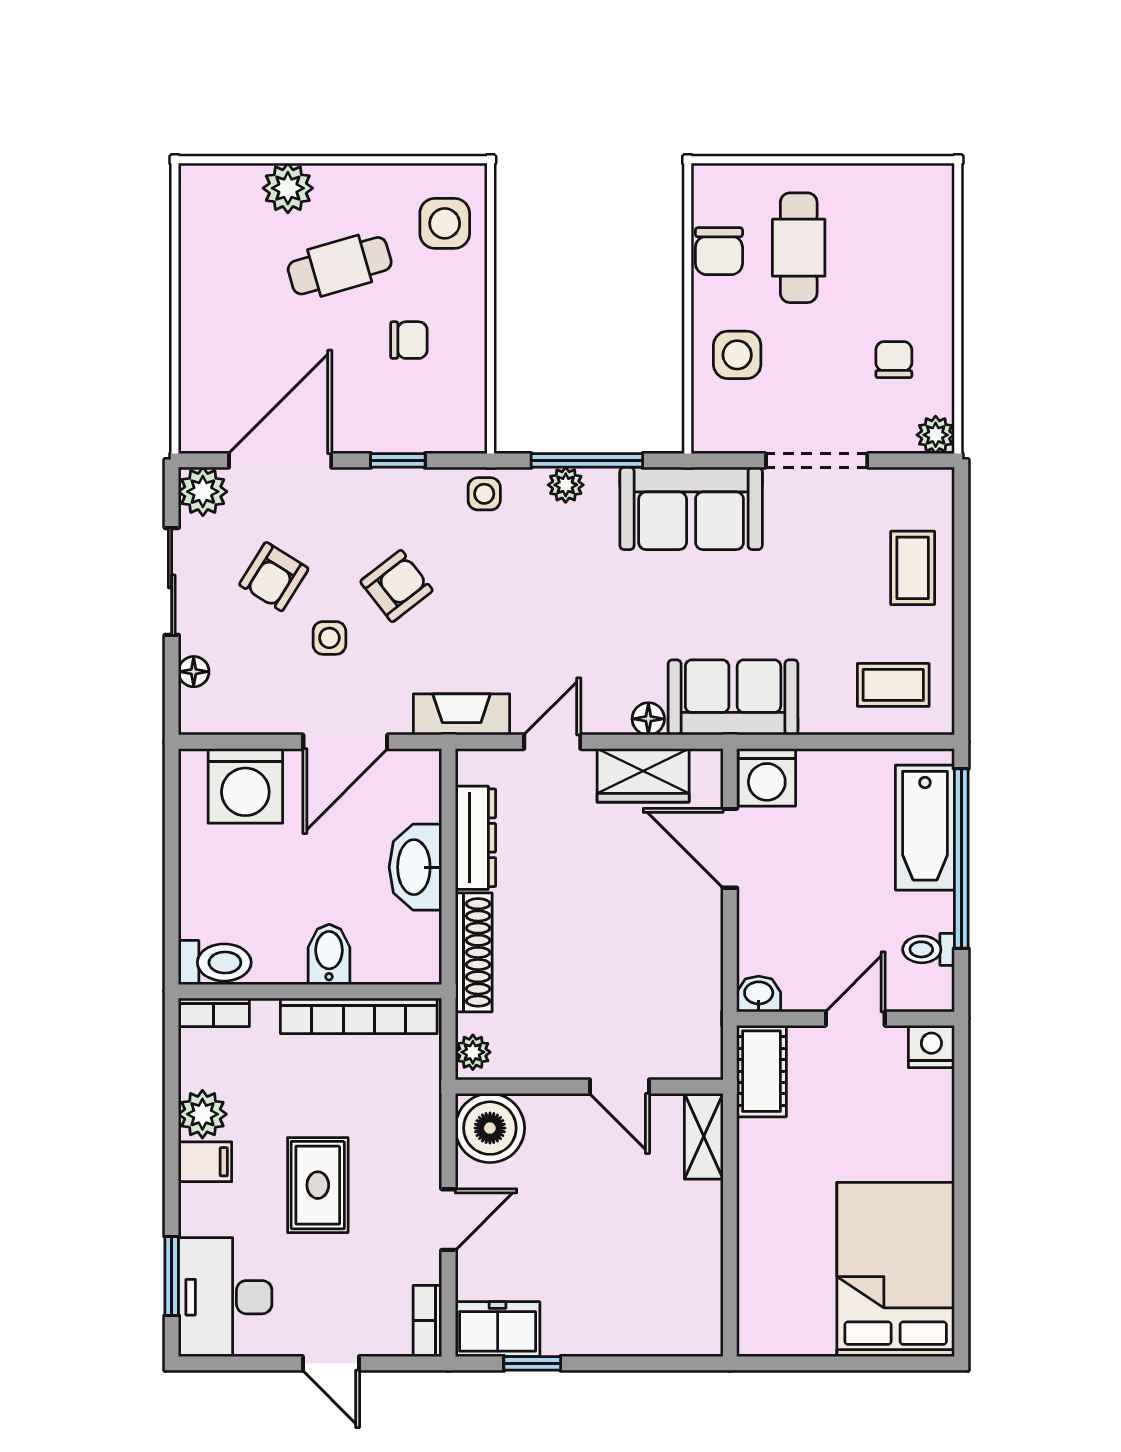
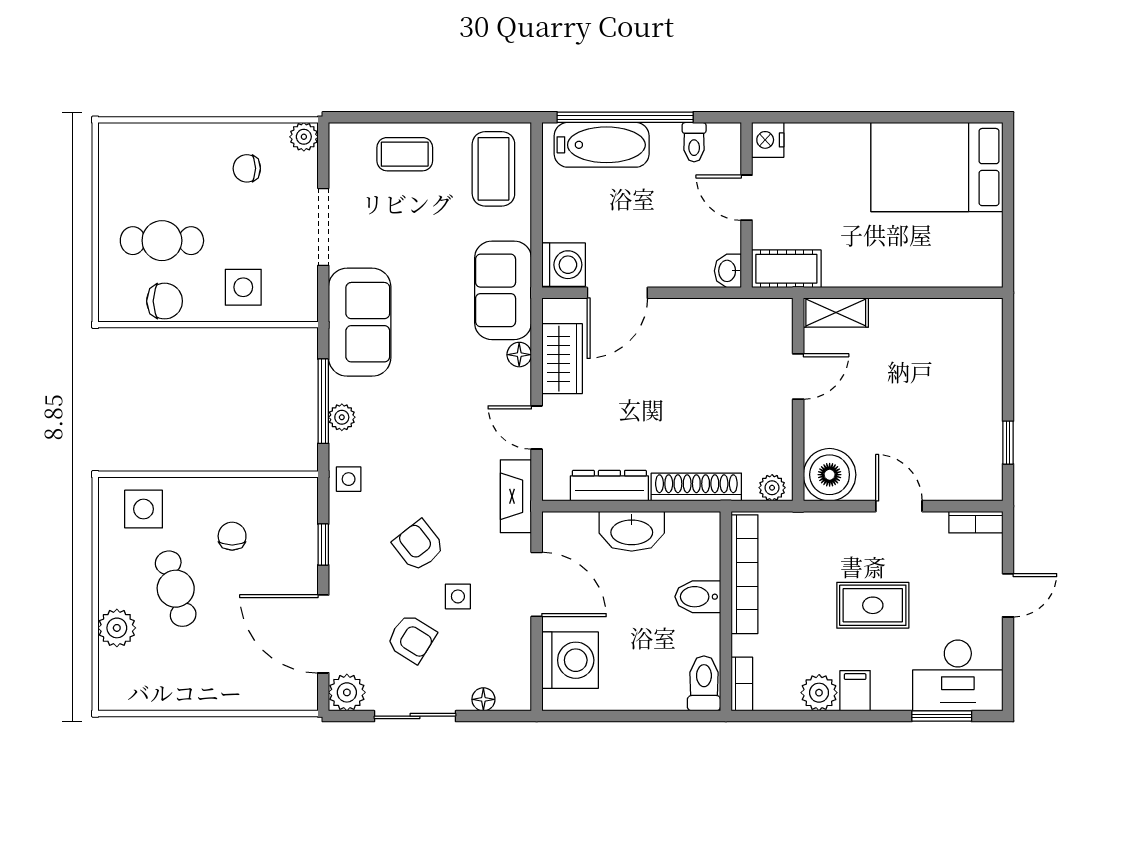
coffee table: (893, 685) -> (493, 169), width x1.36, depth x1.30
freezer: (498, 1329) -> (982, 469), removed

